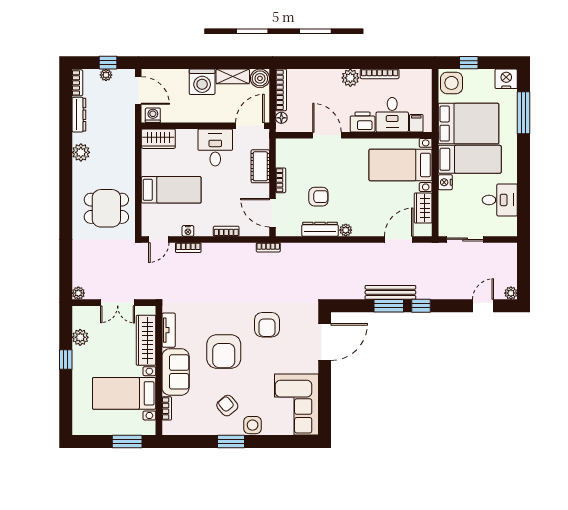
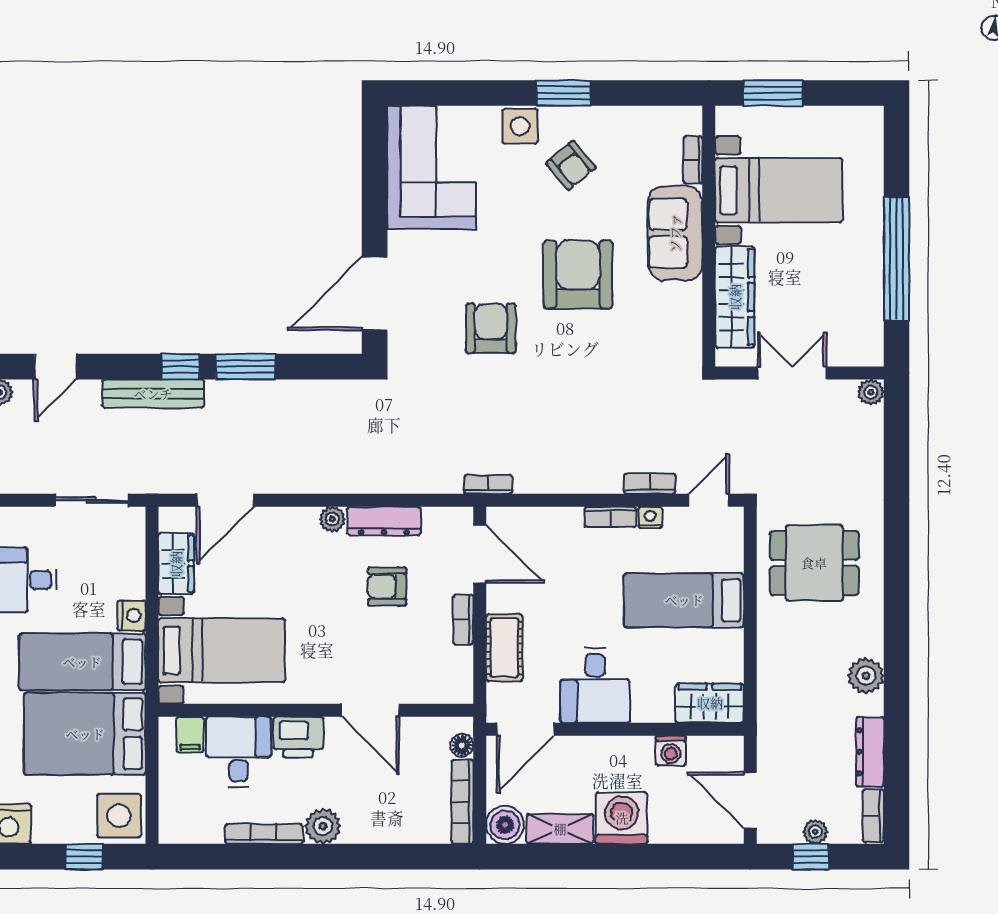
washing machine: (153, 115) -> (671, 751), moved
bookcase: (226, 231) -> (610, 517), moved
bench: (390, 292) -> (153, 394), moved
tv unit: (169, 330) -> (689, 318), removed
plant: (80, 337) -> (867, 303), removed
window: (66, 359) -> (896, 259), width x3.17

